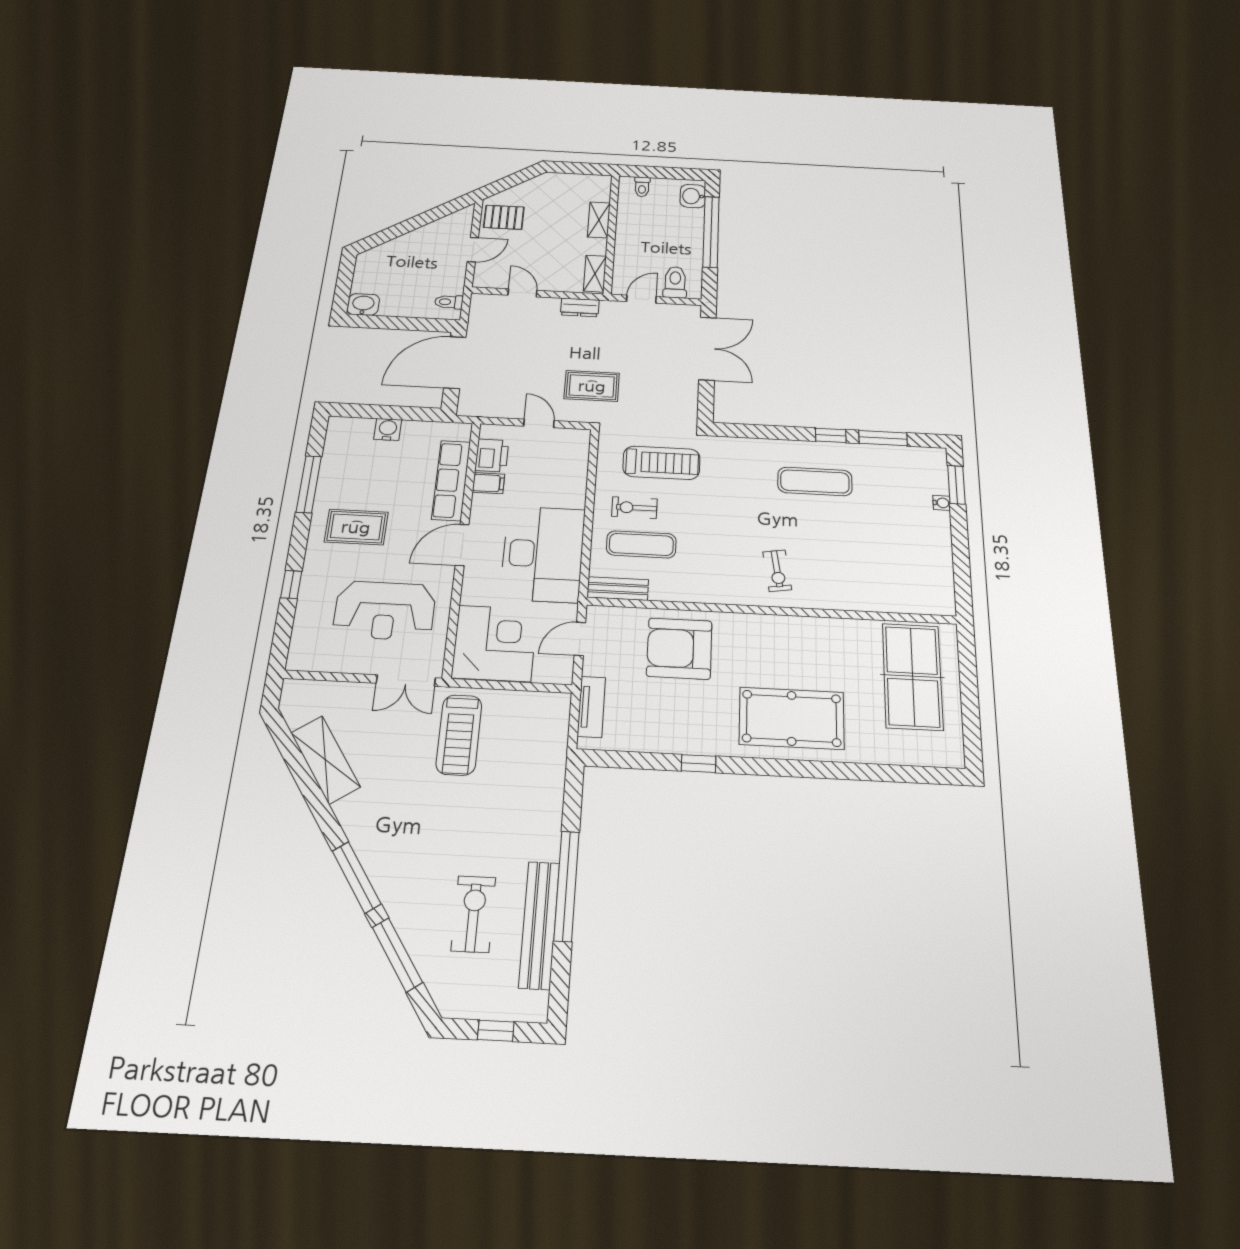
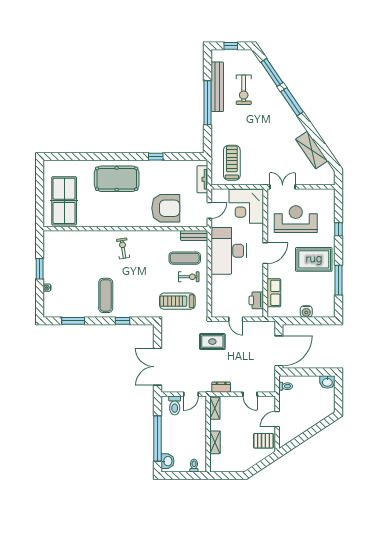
window: (831, 435) -> (123, 321), moved
row of seats: (451, 480) -> (274, 293), width x0.68
exercise mat: (815, 481) -> (106, 295), turned 90
filing cabinet: (488, 483) -> (256, 286), removed
window: (956, 485) -> (40, 269), moved
rug: (356, 527) -> (314, 259), width x1.36, depth x1.43
treadmill: (459, 735) -> (232, 163), moved

